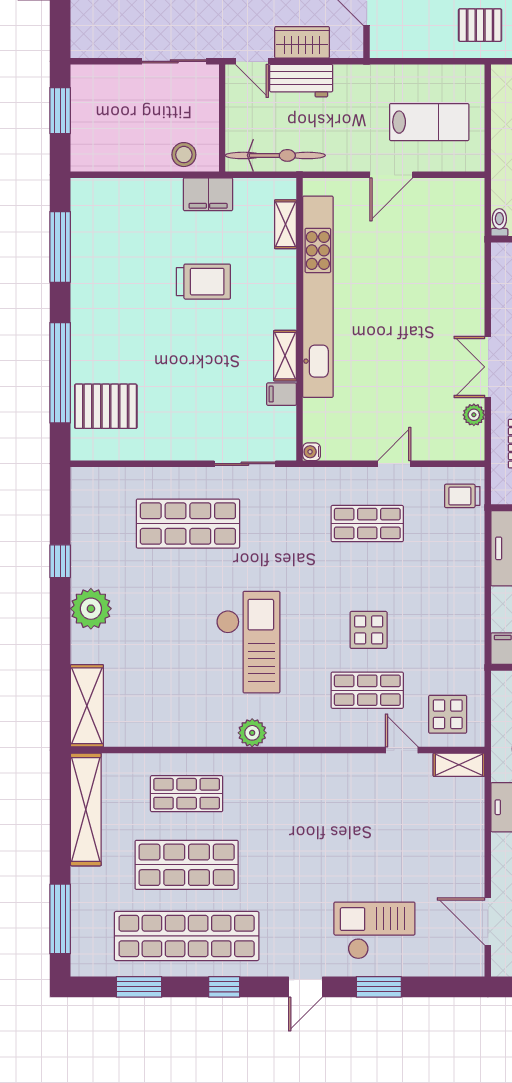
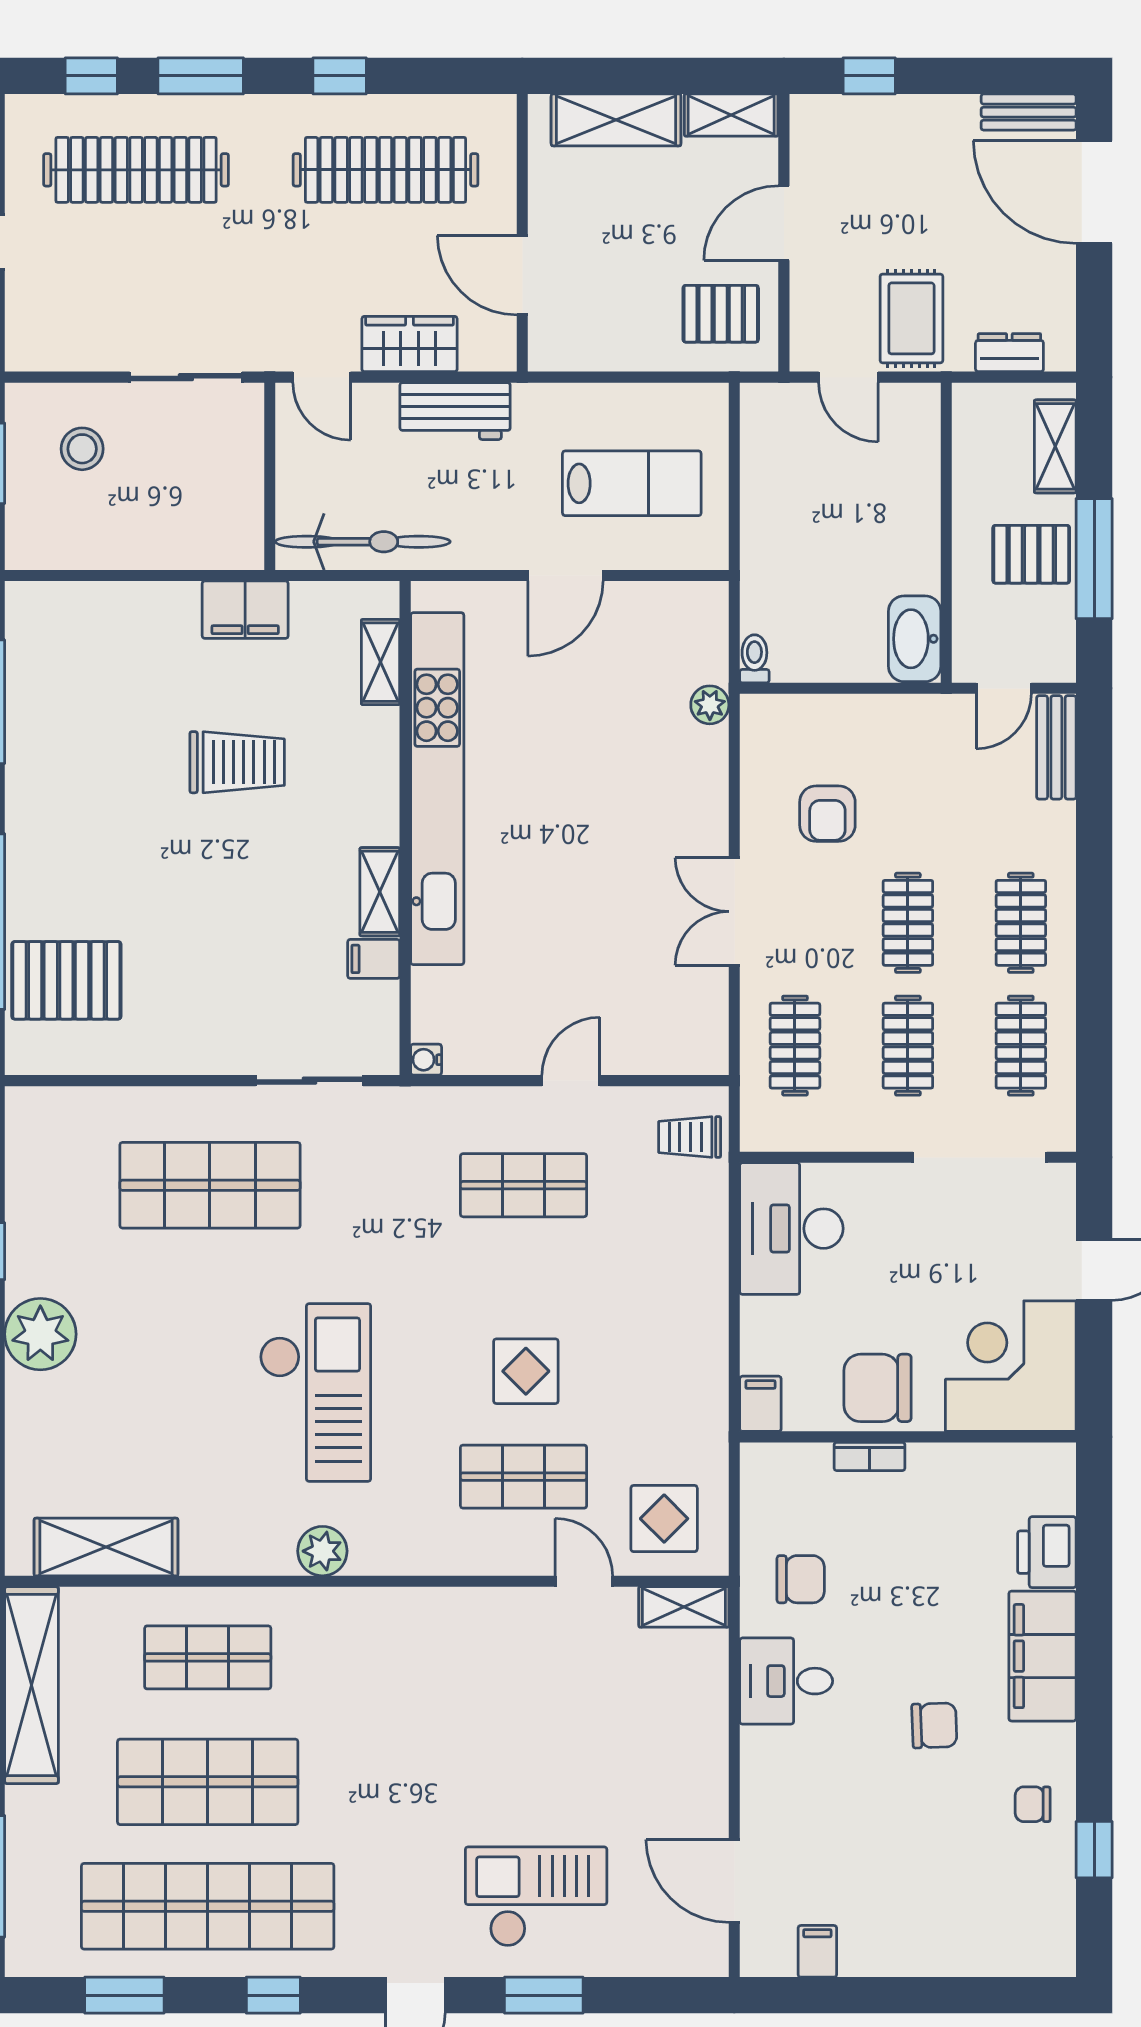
workbench: (301, 81) -> (455, 411), moved
stool: (184, 155) -> (82, 449), moved
plant: (474, 415) -> (710, 705), moved
shelving: (87, 706) -> (106, 1547), moved, turned 90

